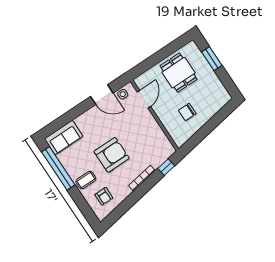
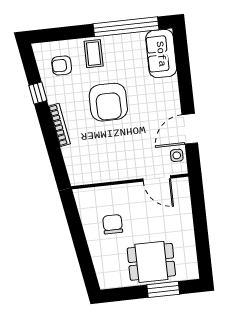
dining table: (179, 73) -> (151, 262), moved
window: (166, 167) -> (38, 93), moved

